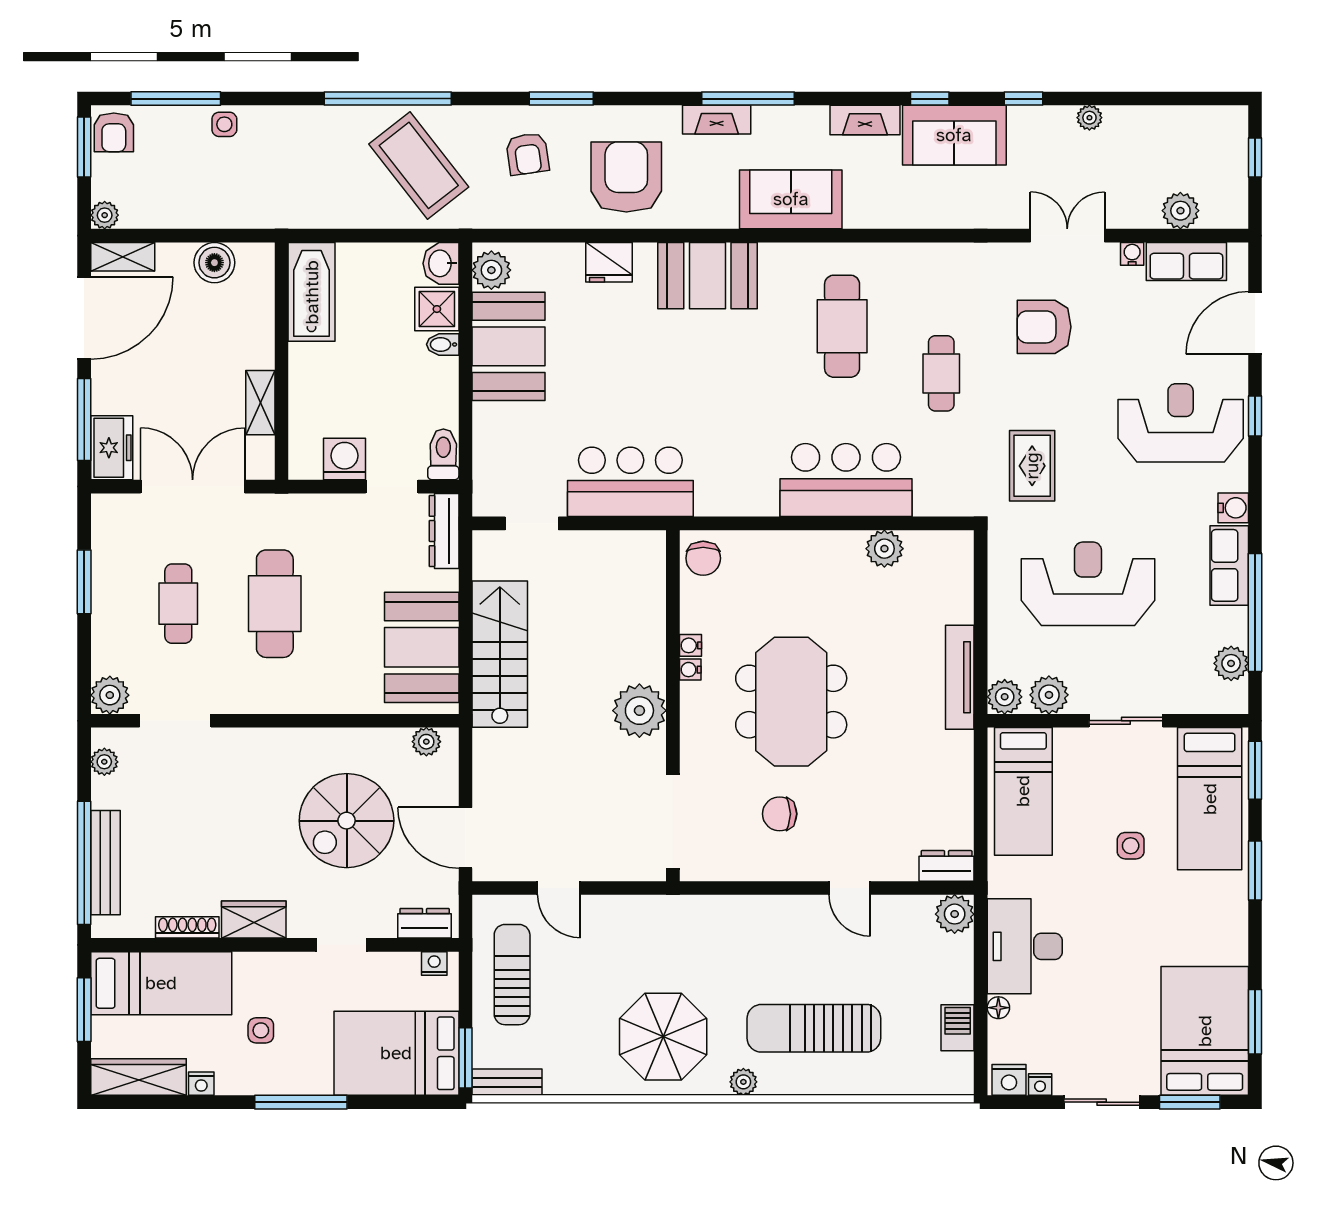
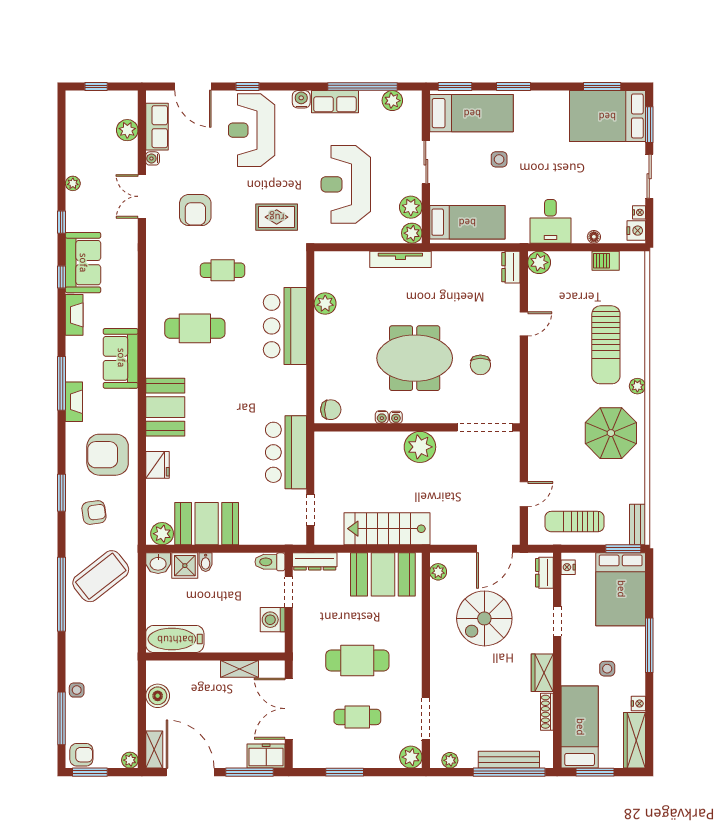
spiral stairs: (347, 821) -> (484, 618), turned 90
desk: (1025, 946) -> (550, 221), width x0.73

